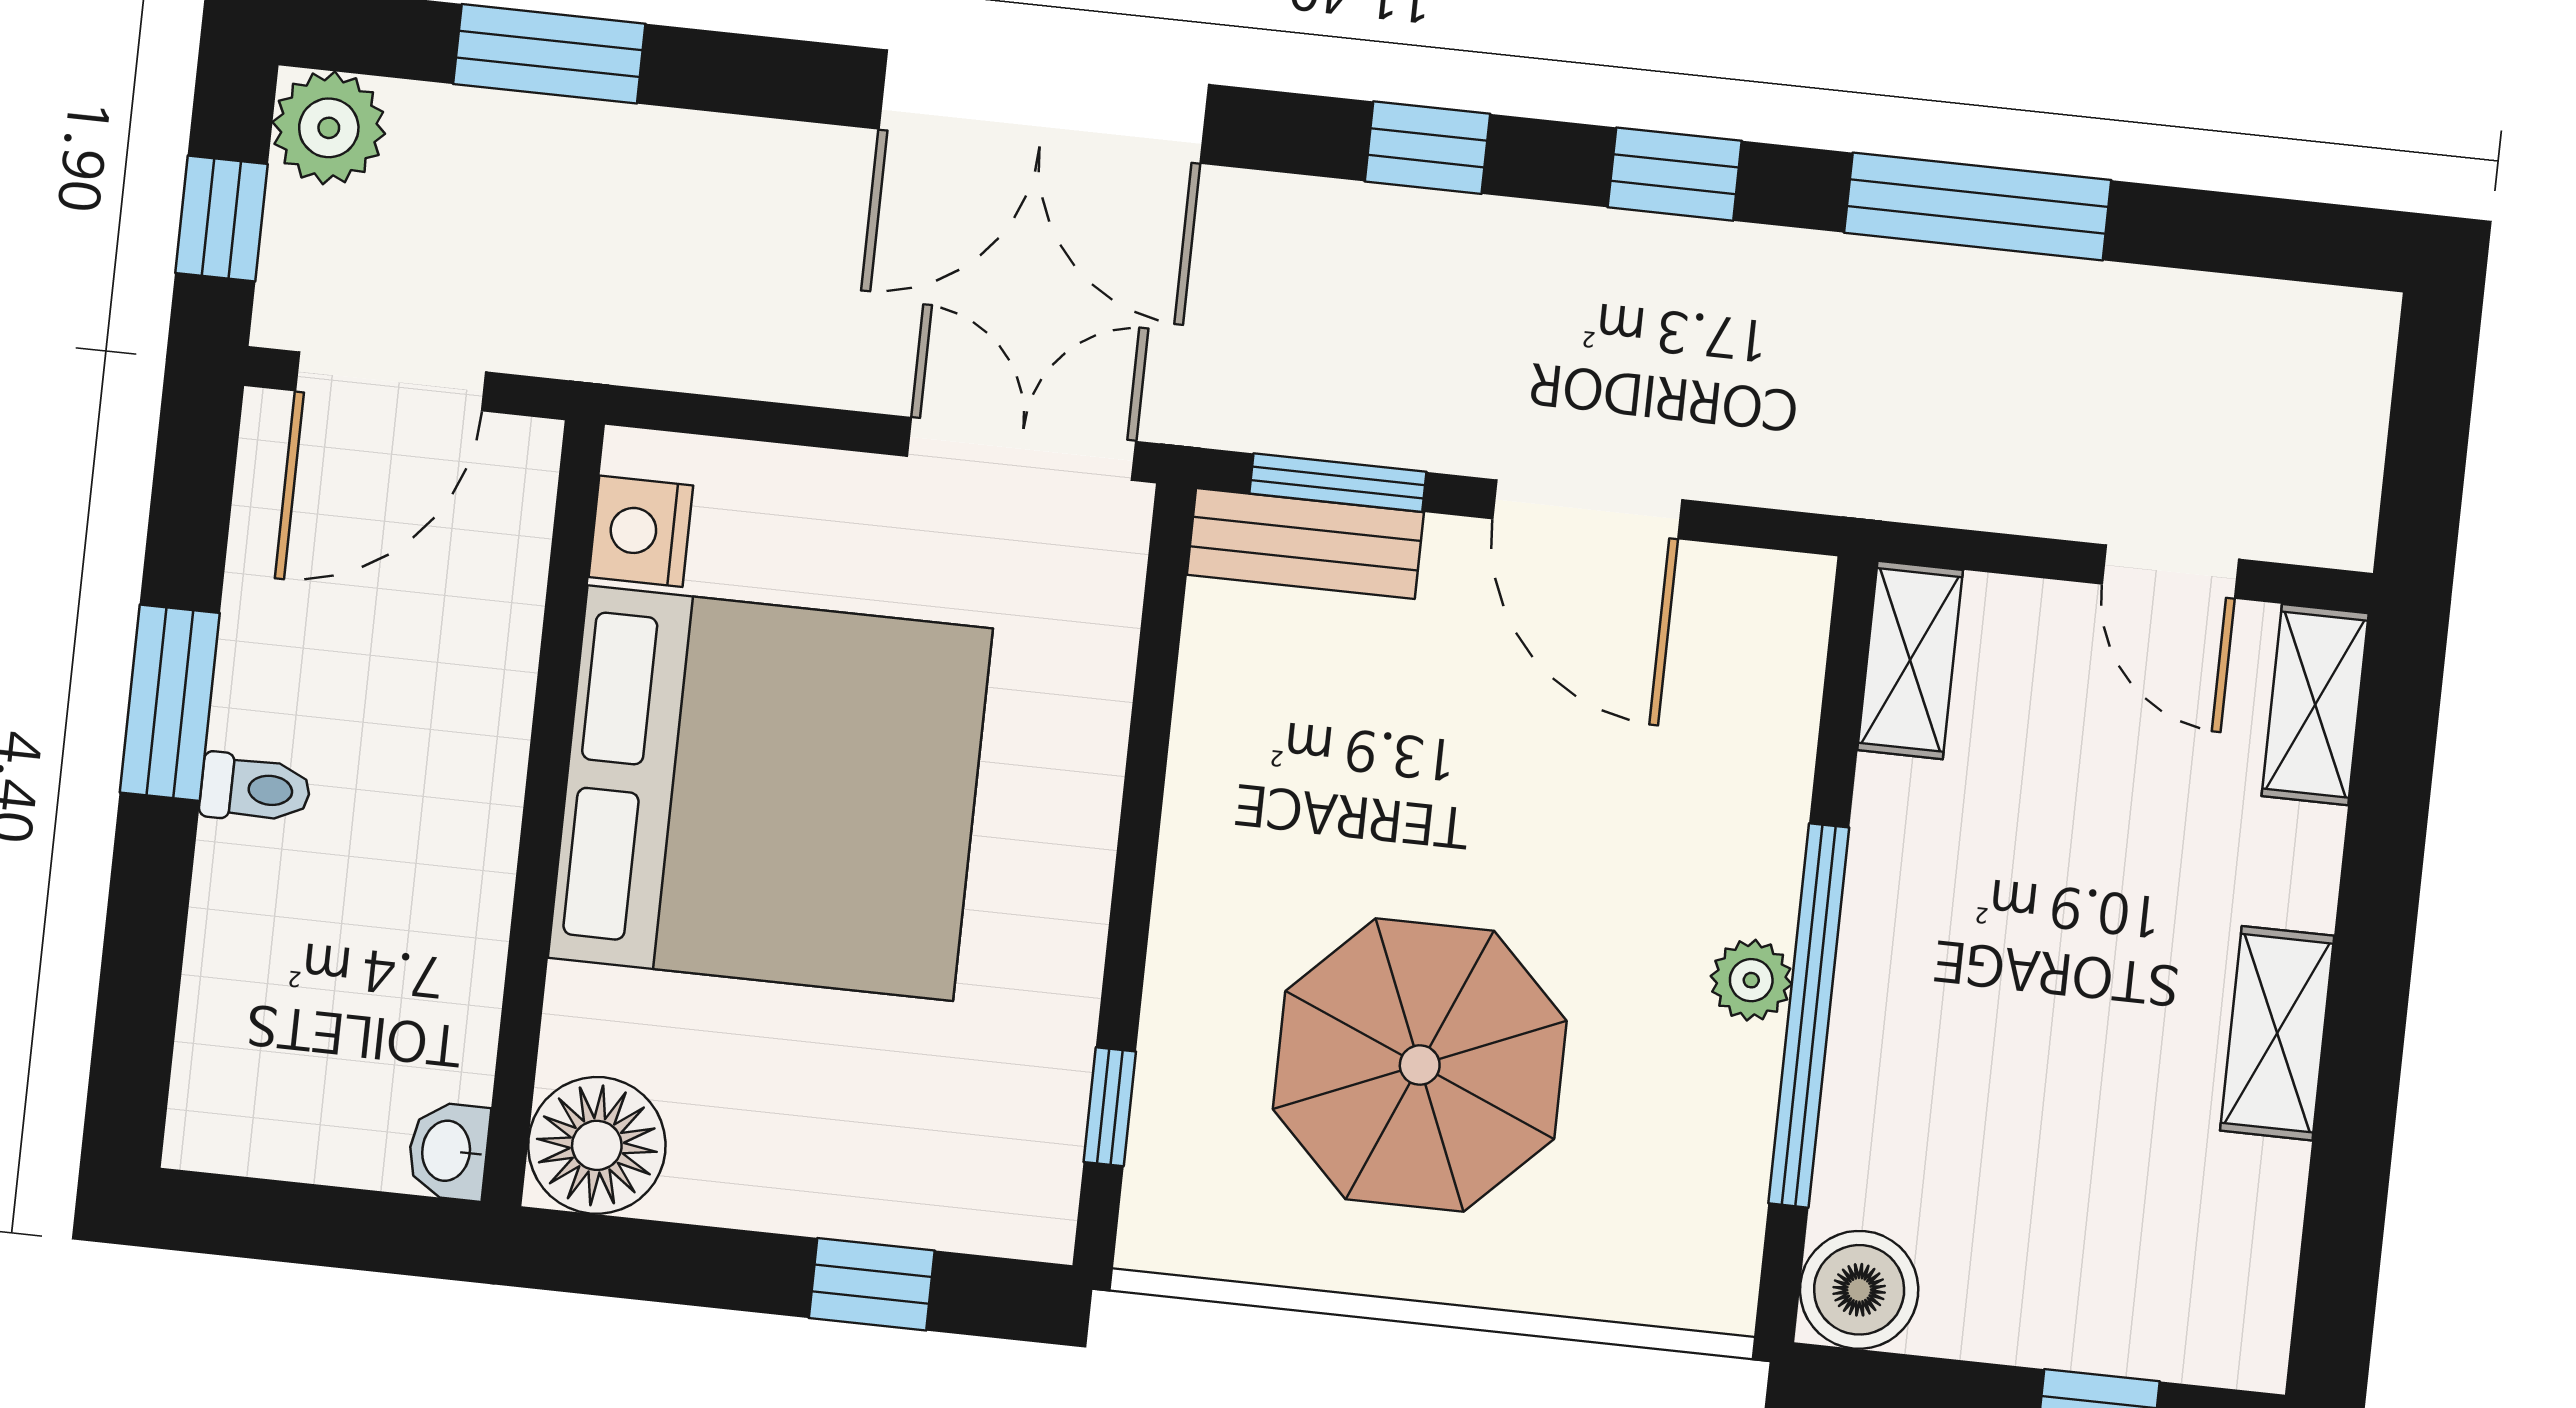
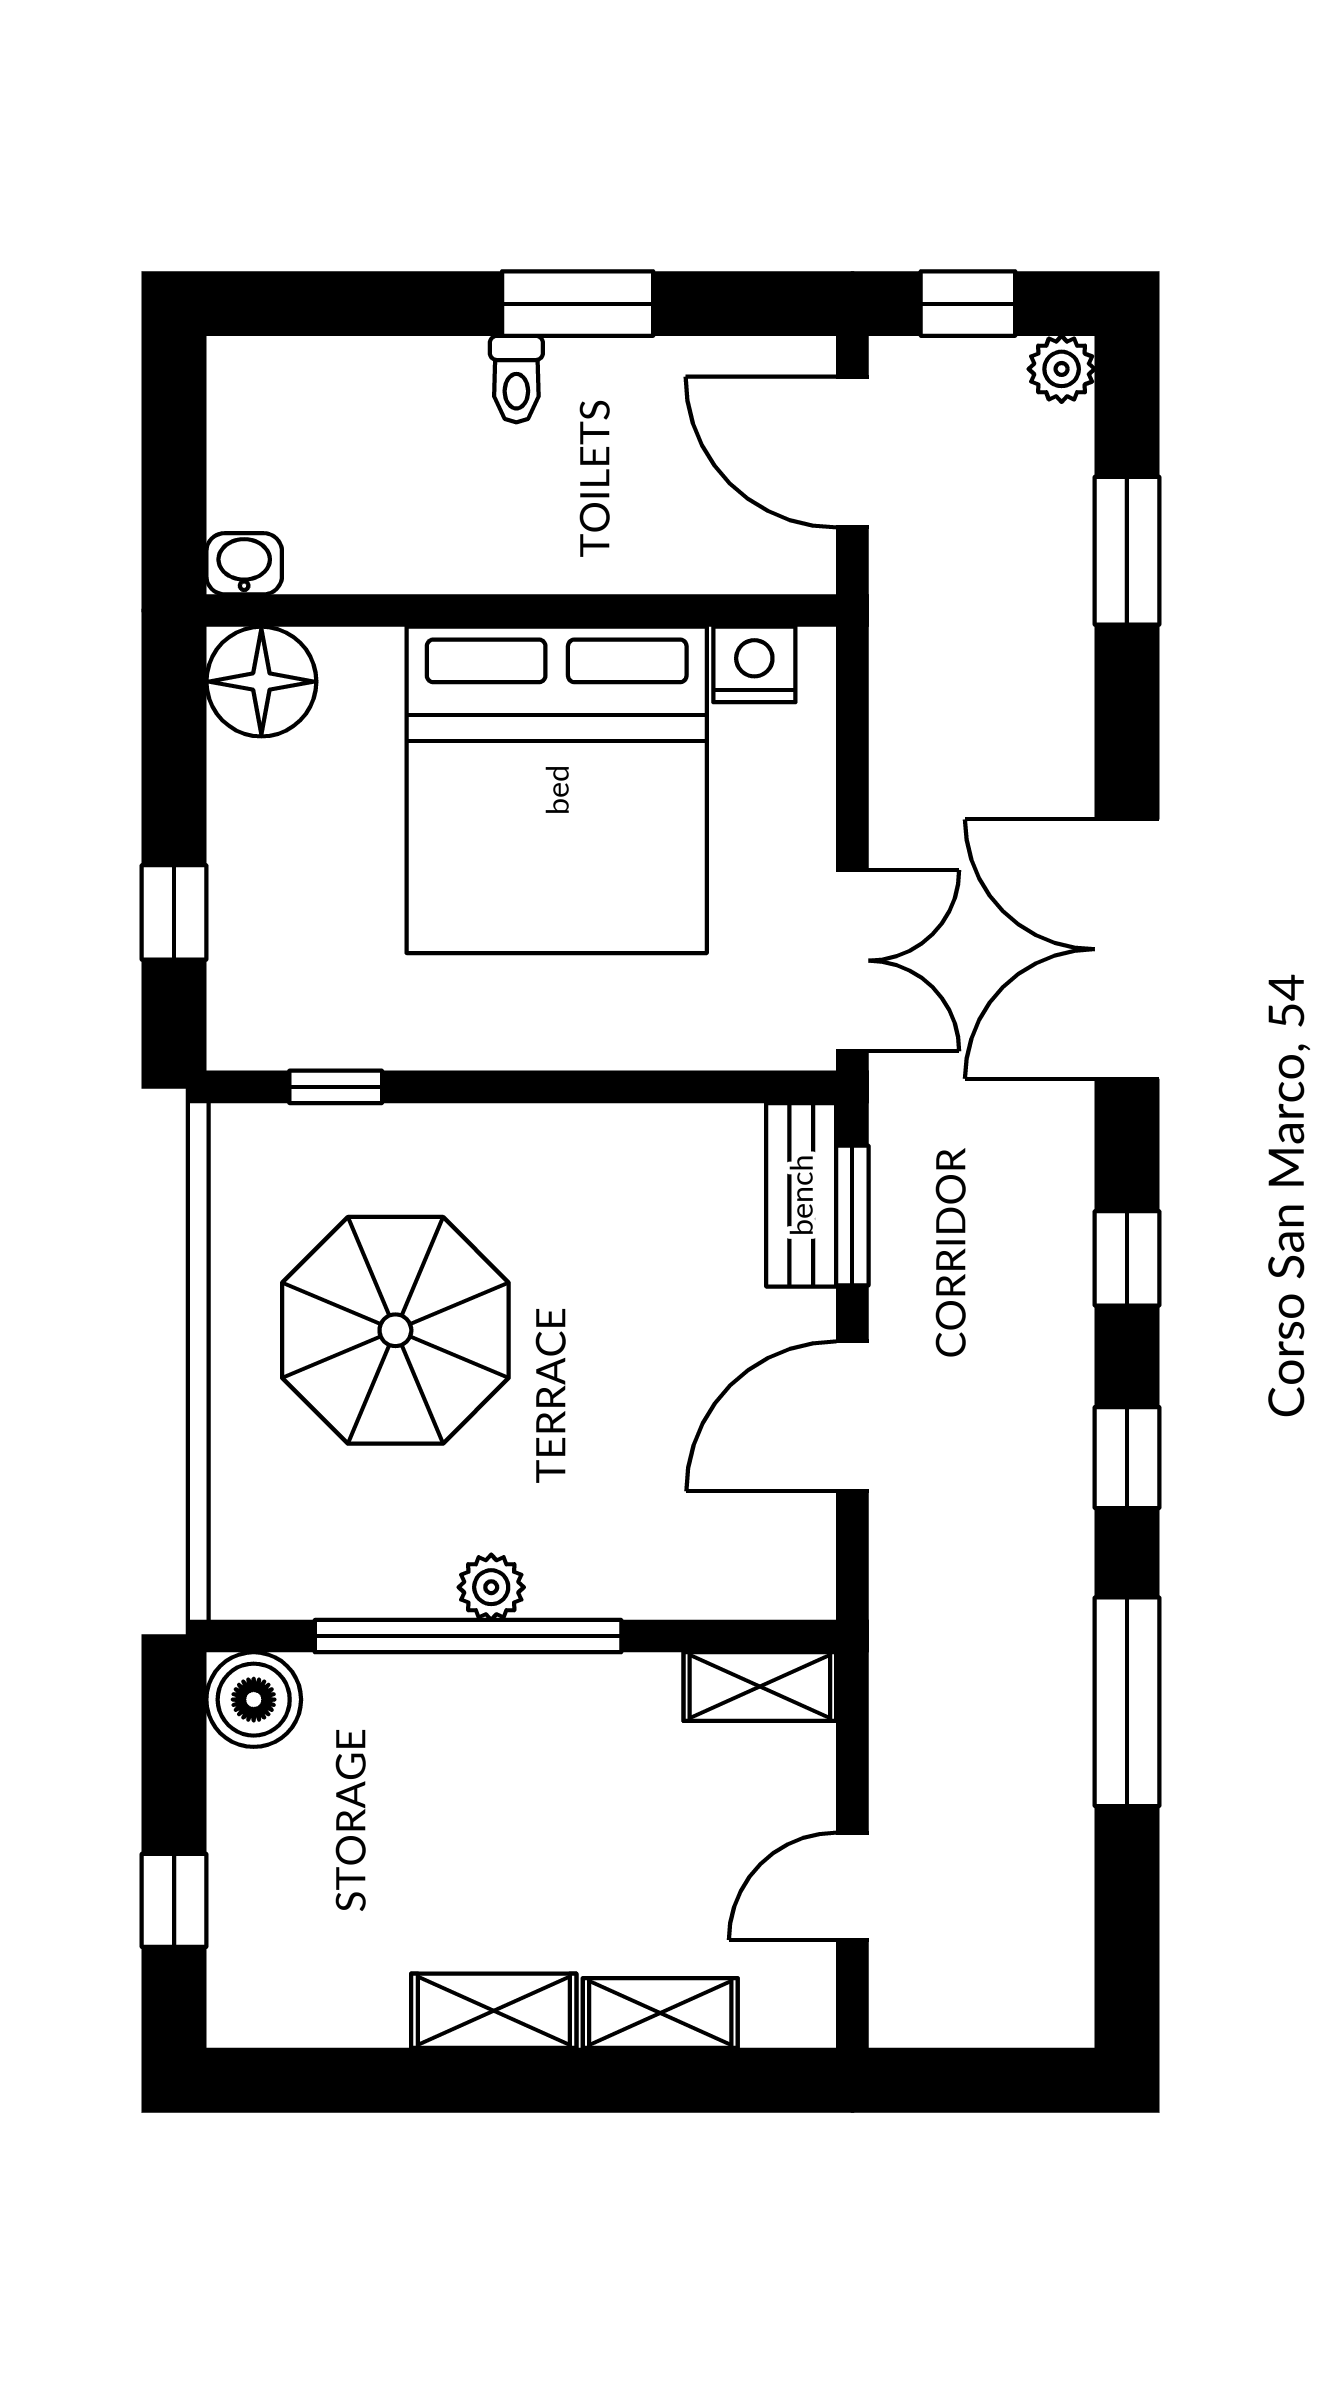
plant: (329, 128) -> (1062, 369), width x0.73, depth x0.73
shelving: (2315, 705) -> (660, 2013), moved

